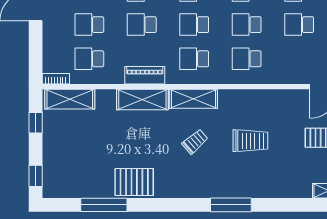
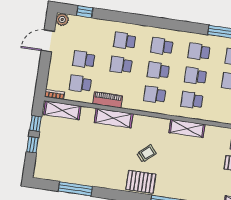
piano: (145, 75) -> (108, 100), moved
shelving: (193, 99) -> (187, 128), moved
trolley: (250, 141) -> (186, 159), removed
window: (36, 176) -> (32, 145), moved
pallet: (134, 182) -> (141, 182), moved

